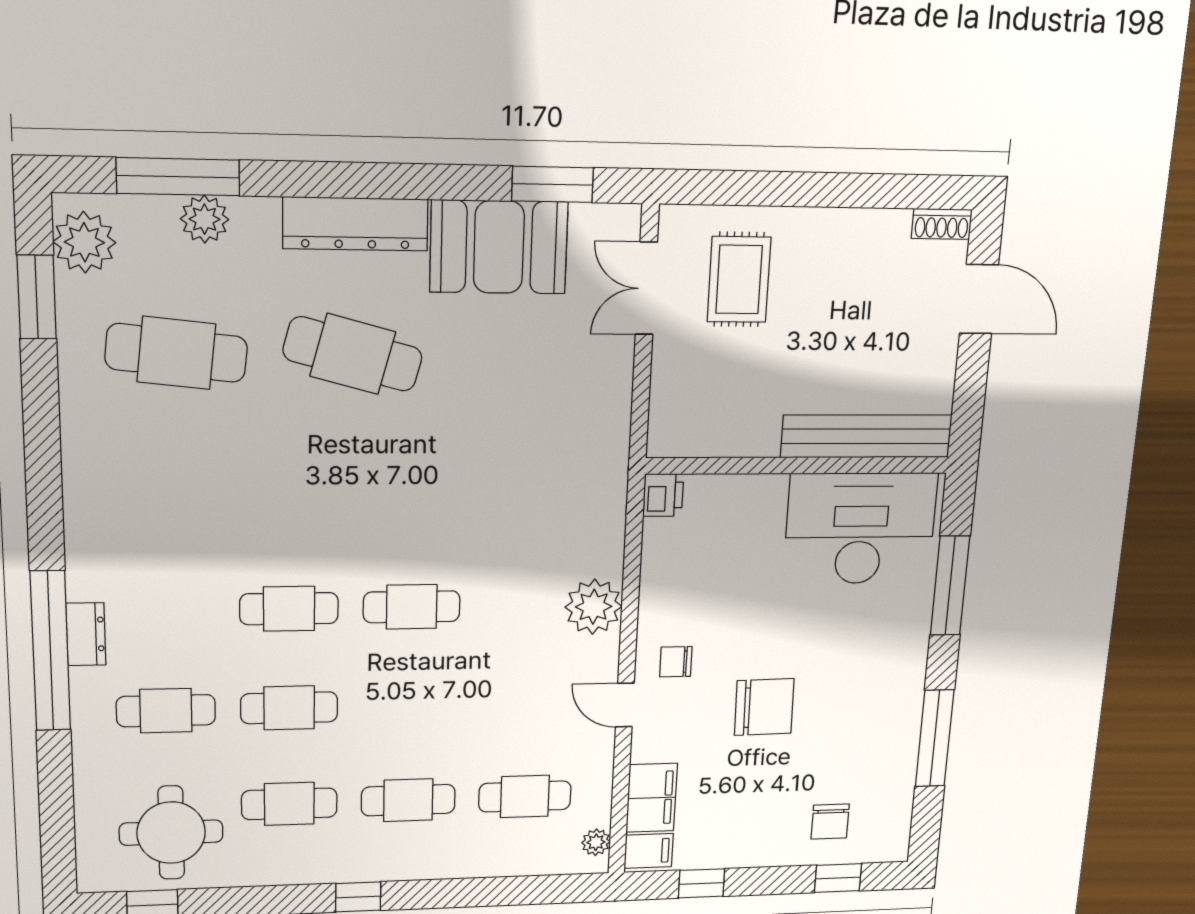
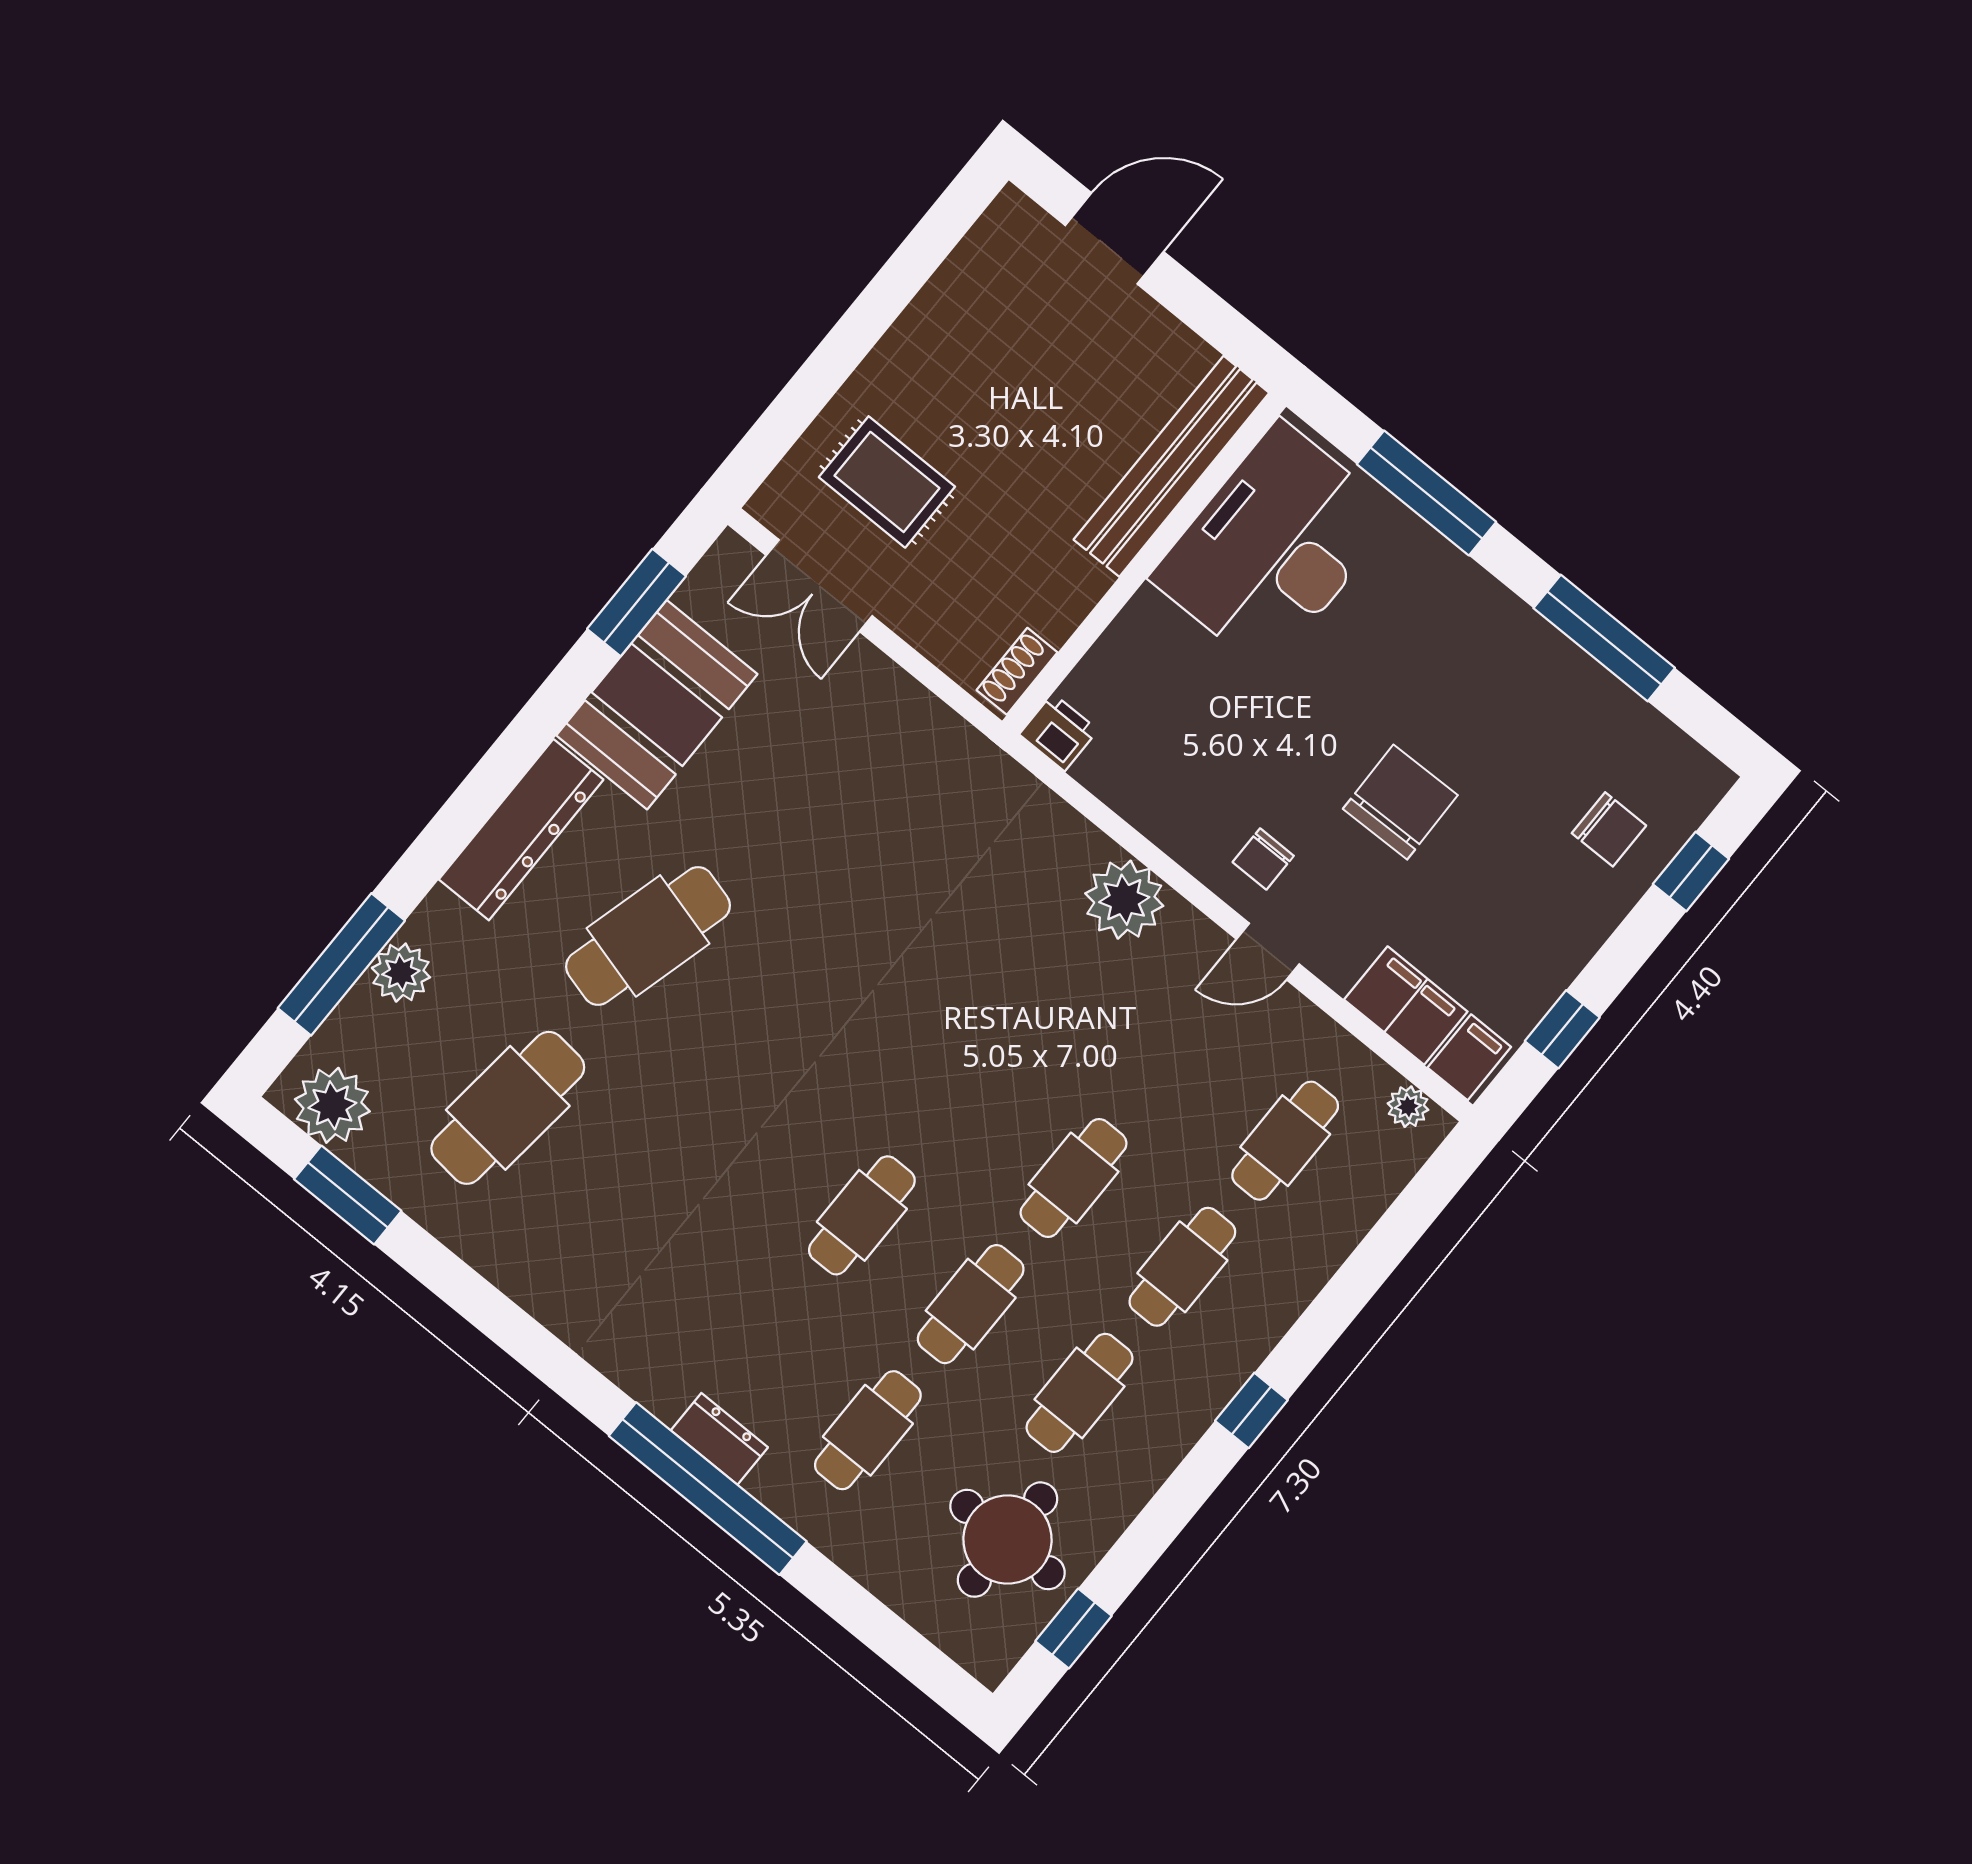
shoe rack: (942, 224) -> (1017, 671), moved, turned 180
cafe table: (412, 607) -> (1074, 1178), moved

